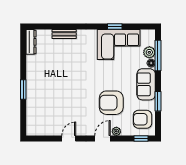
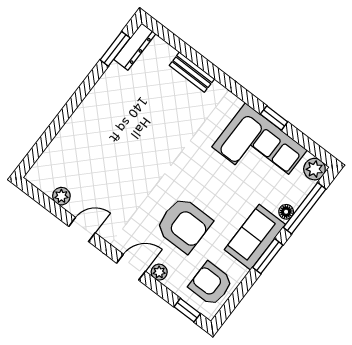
plant: (149, 52) -> (314, 169), moved
window: (23, 90) -> (115, 49), moved
window: (158, 101) -> (268, 256), moved
armchair: (111, 103) -> (184, 225), turned 180
plant: (49, 131) -> (61, 196), added

